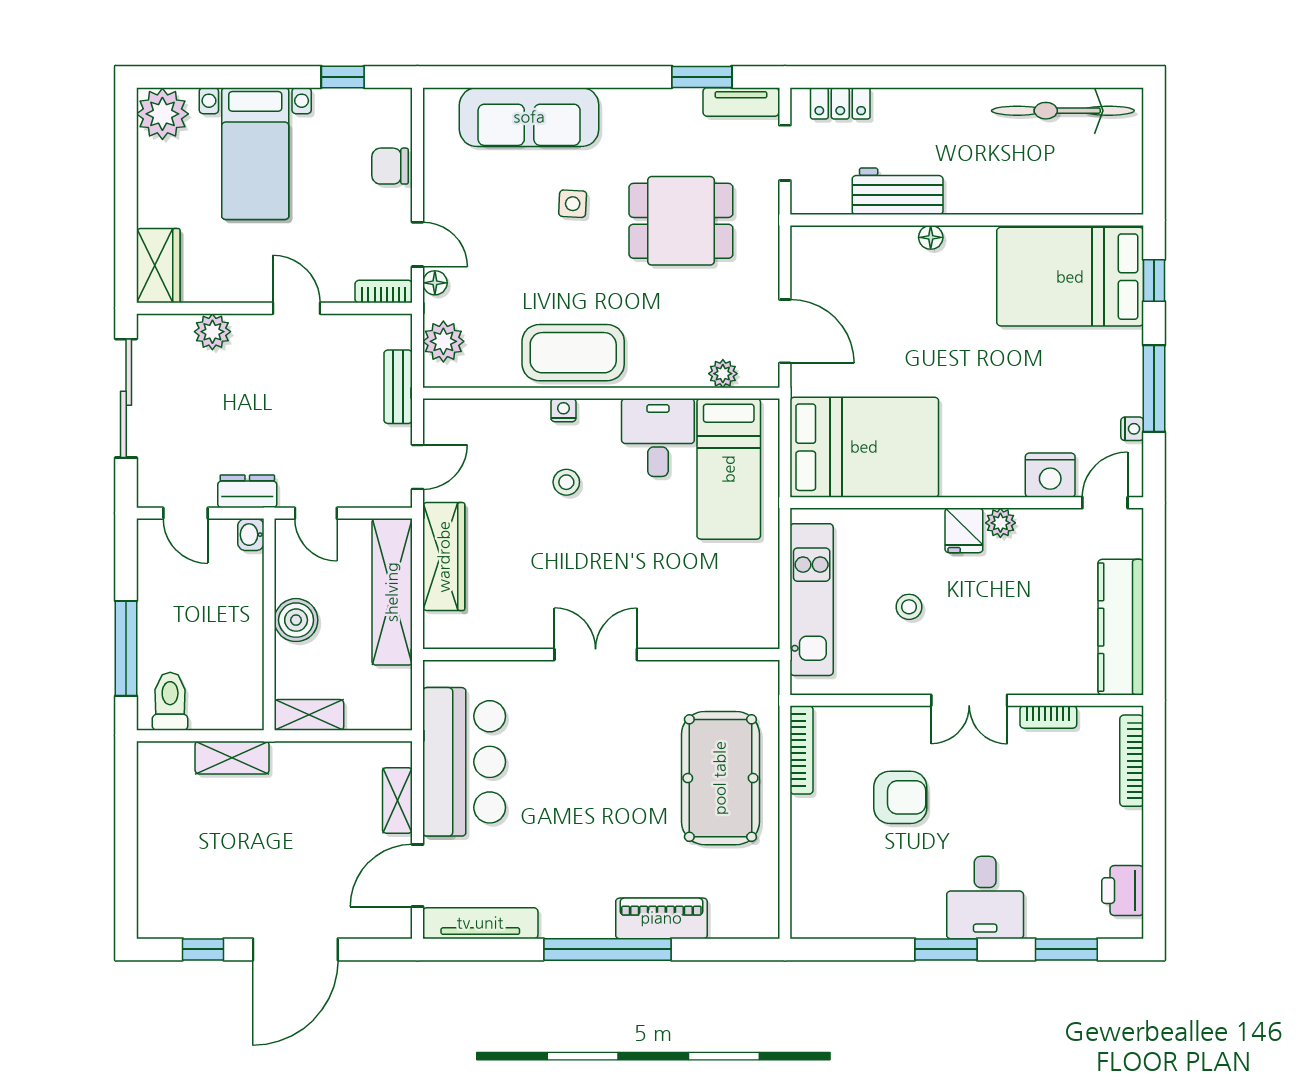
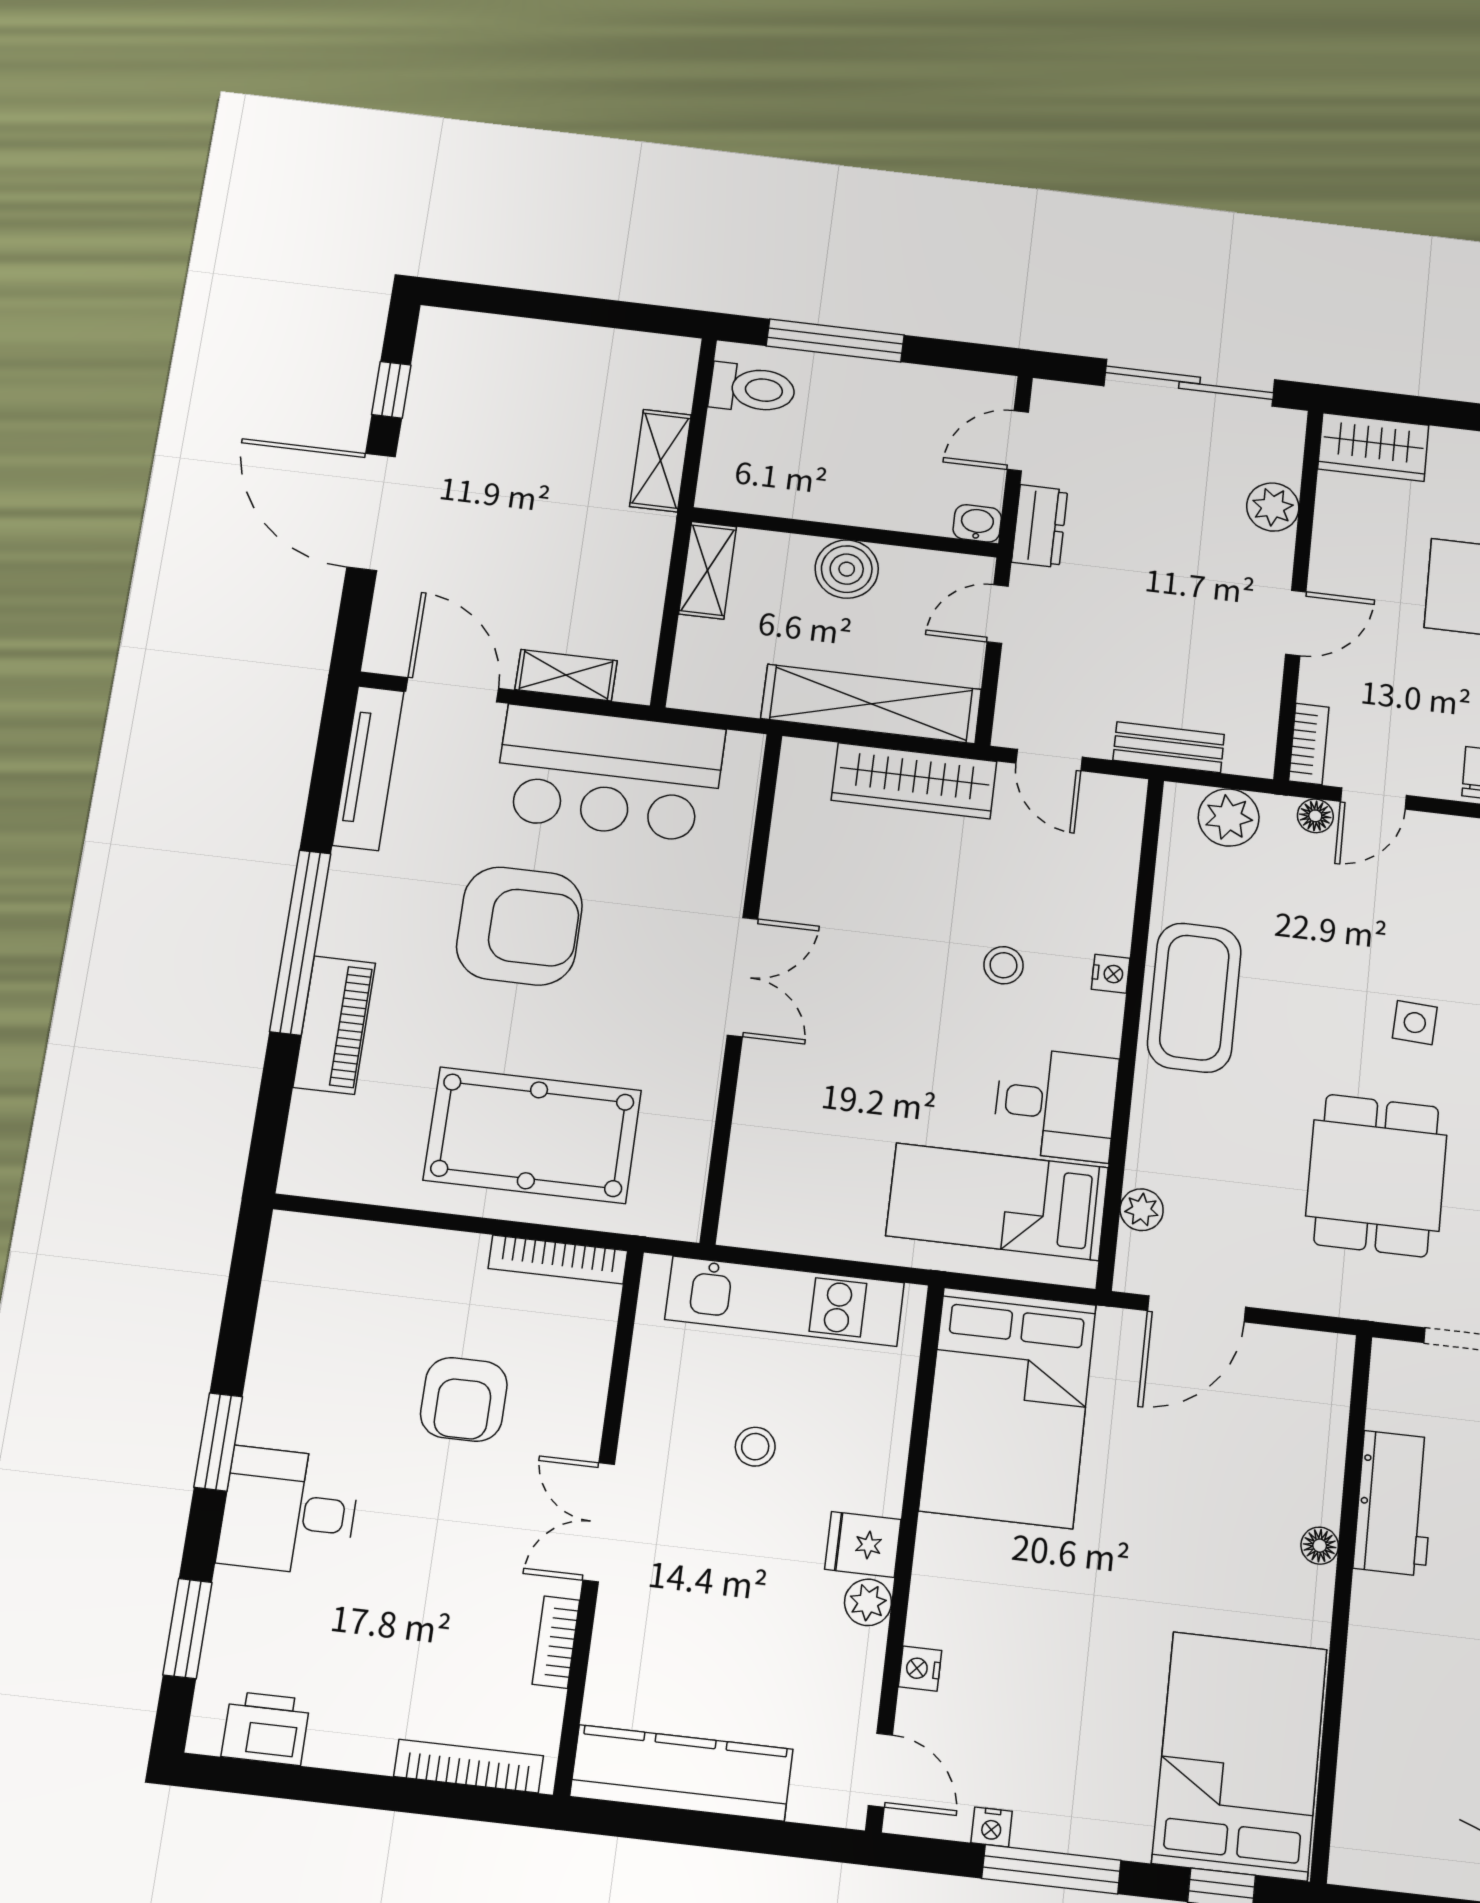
nightstand: (1050, 475) -> (920, 1669), width x0.53, depth x0.56
armchair: (578, 807) -> (519, 926), added

